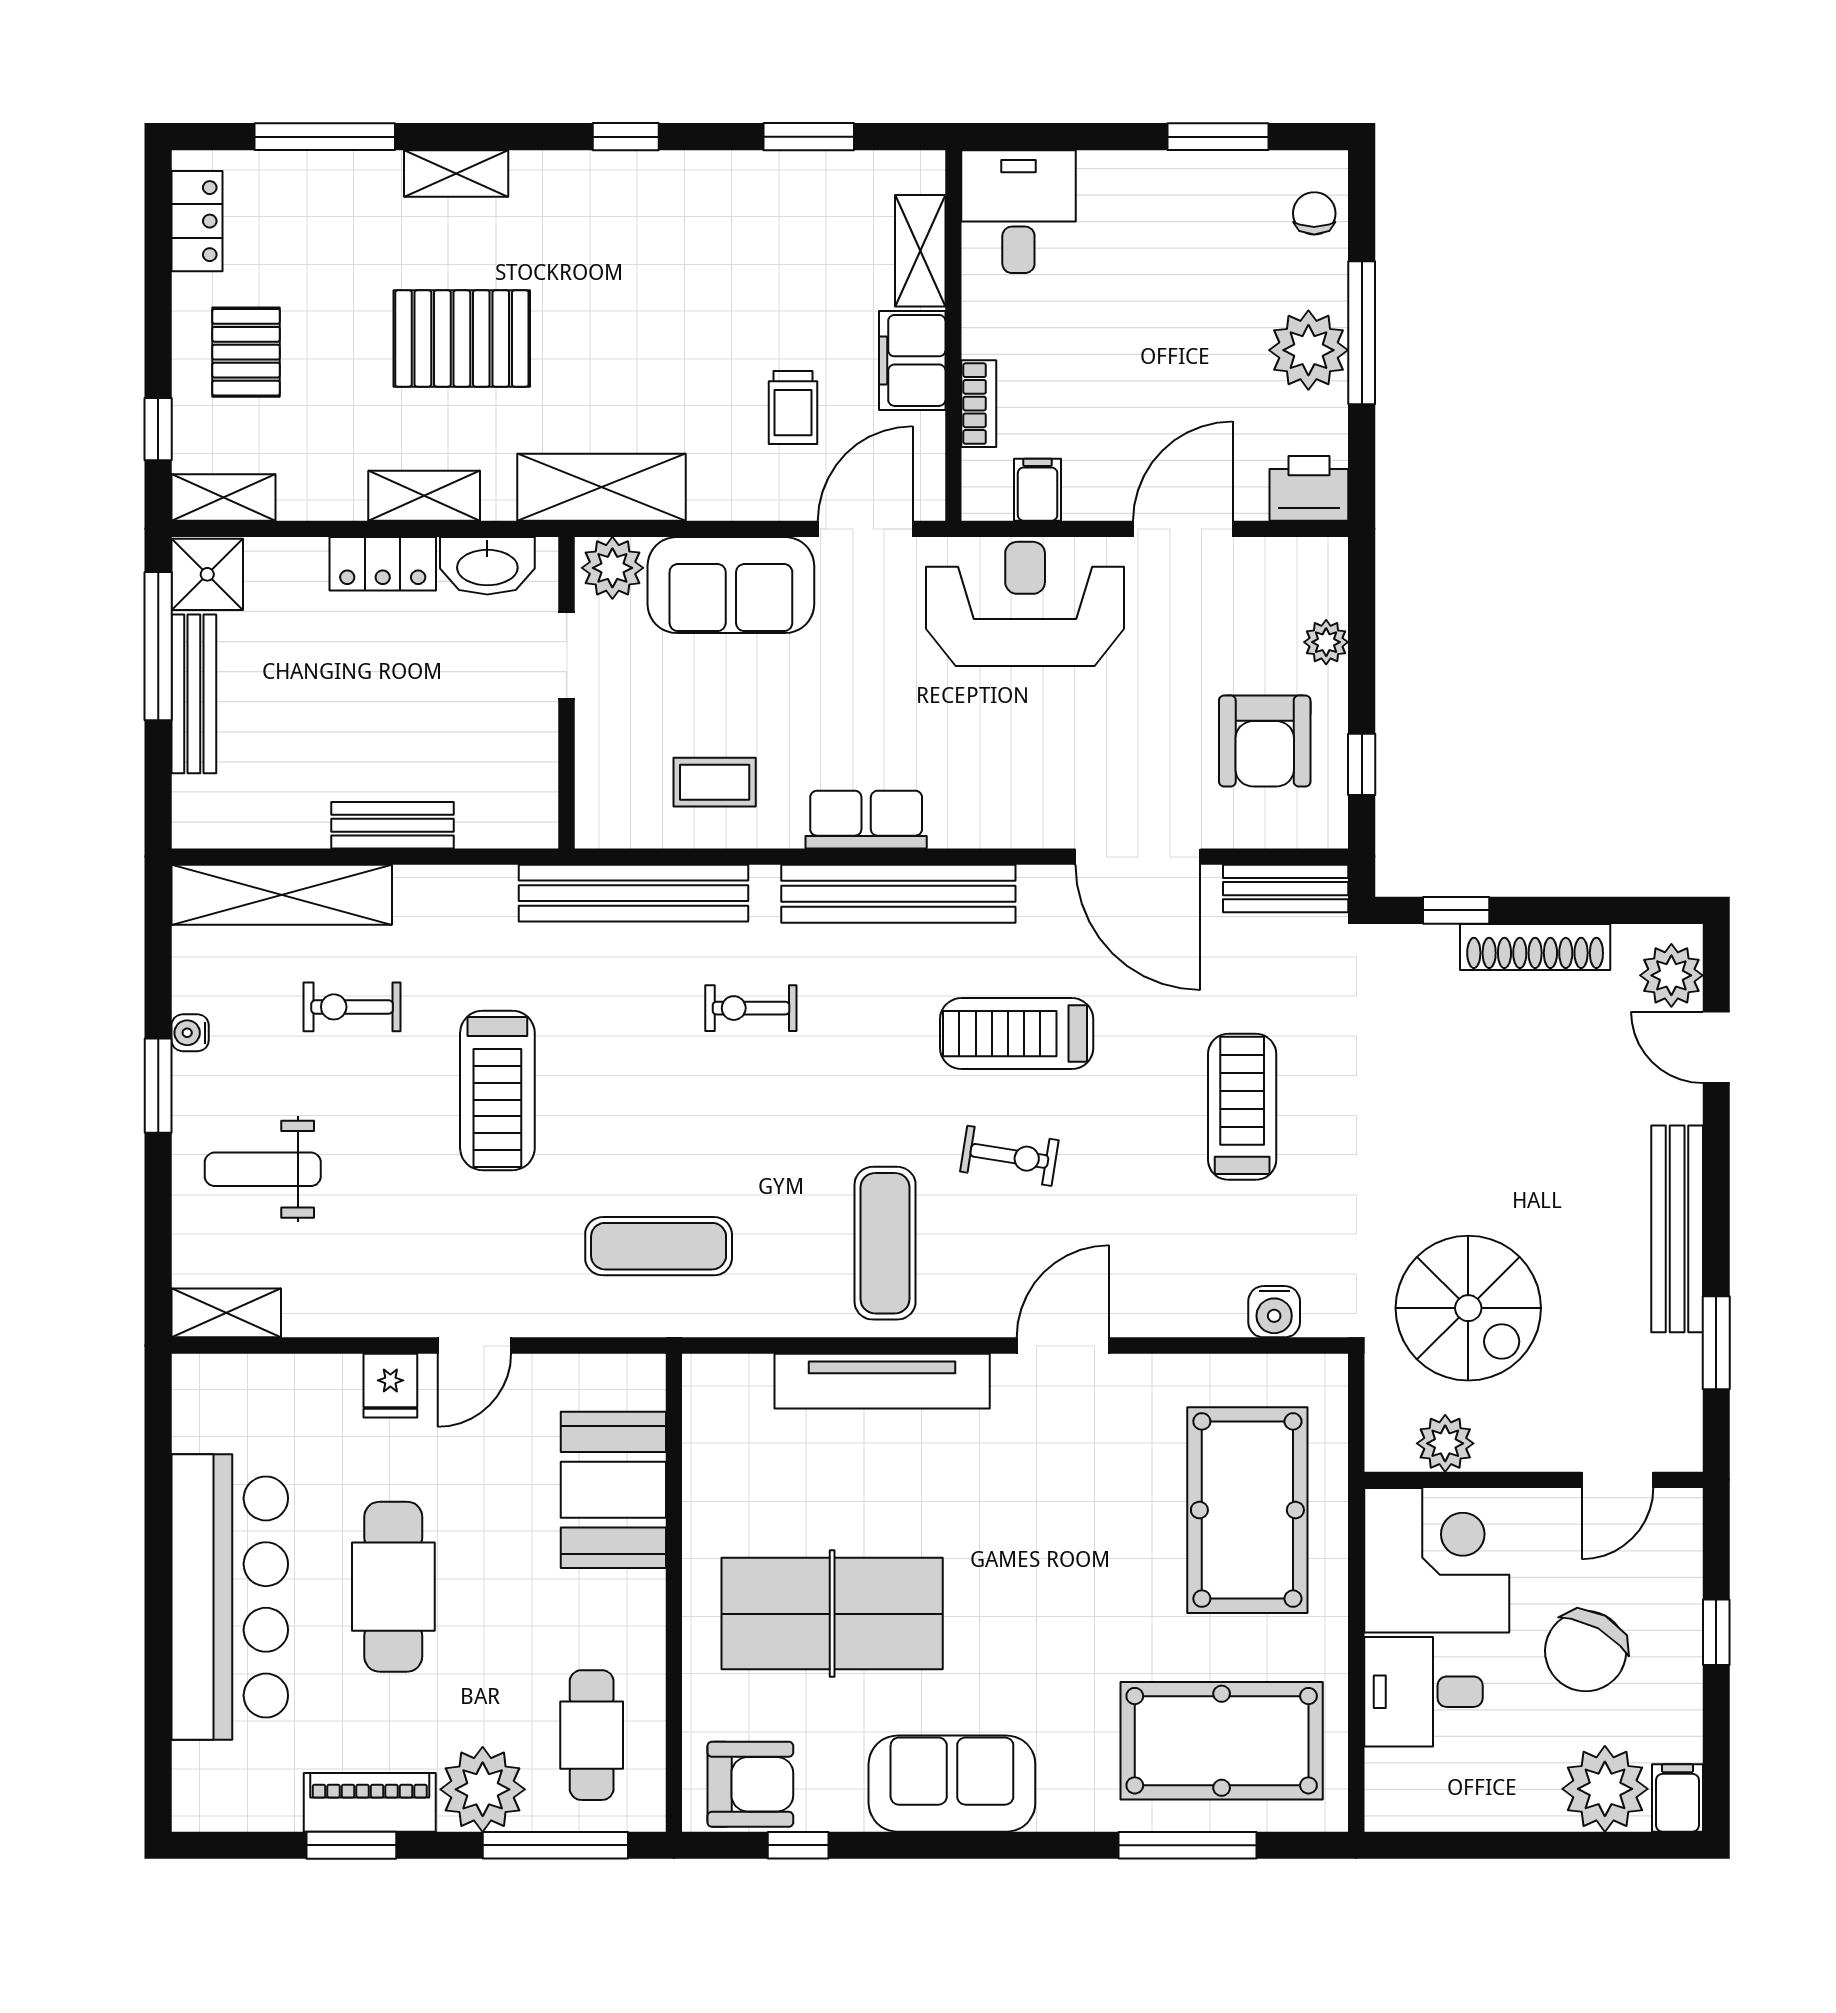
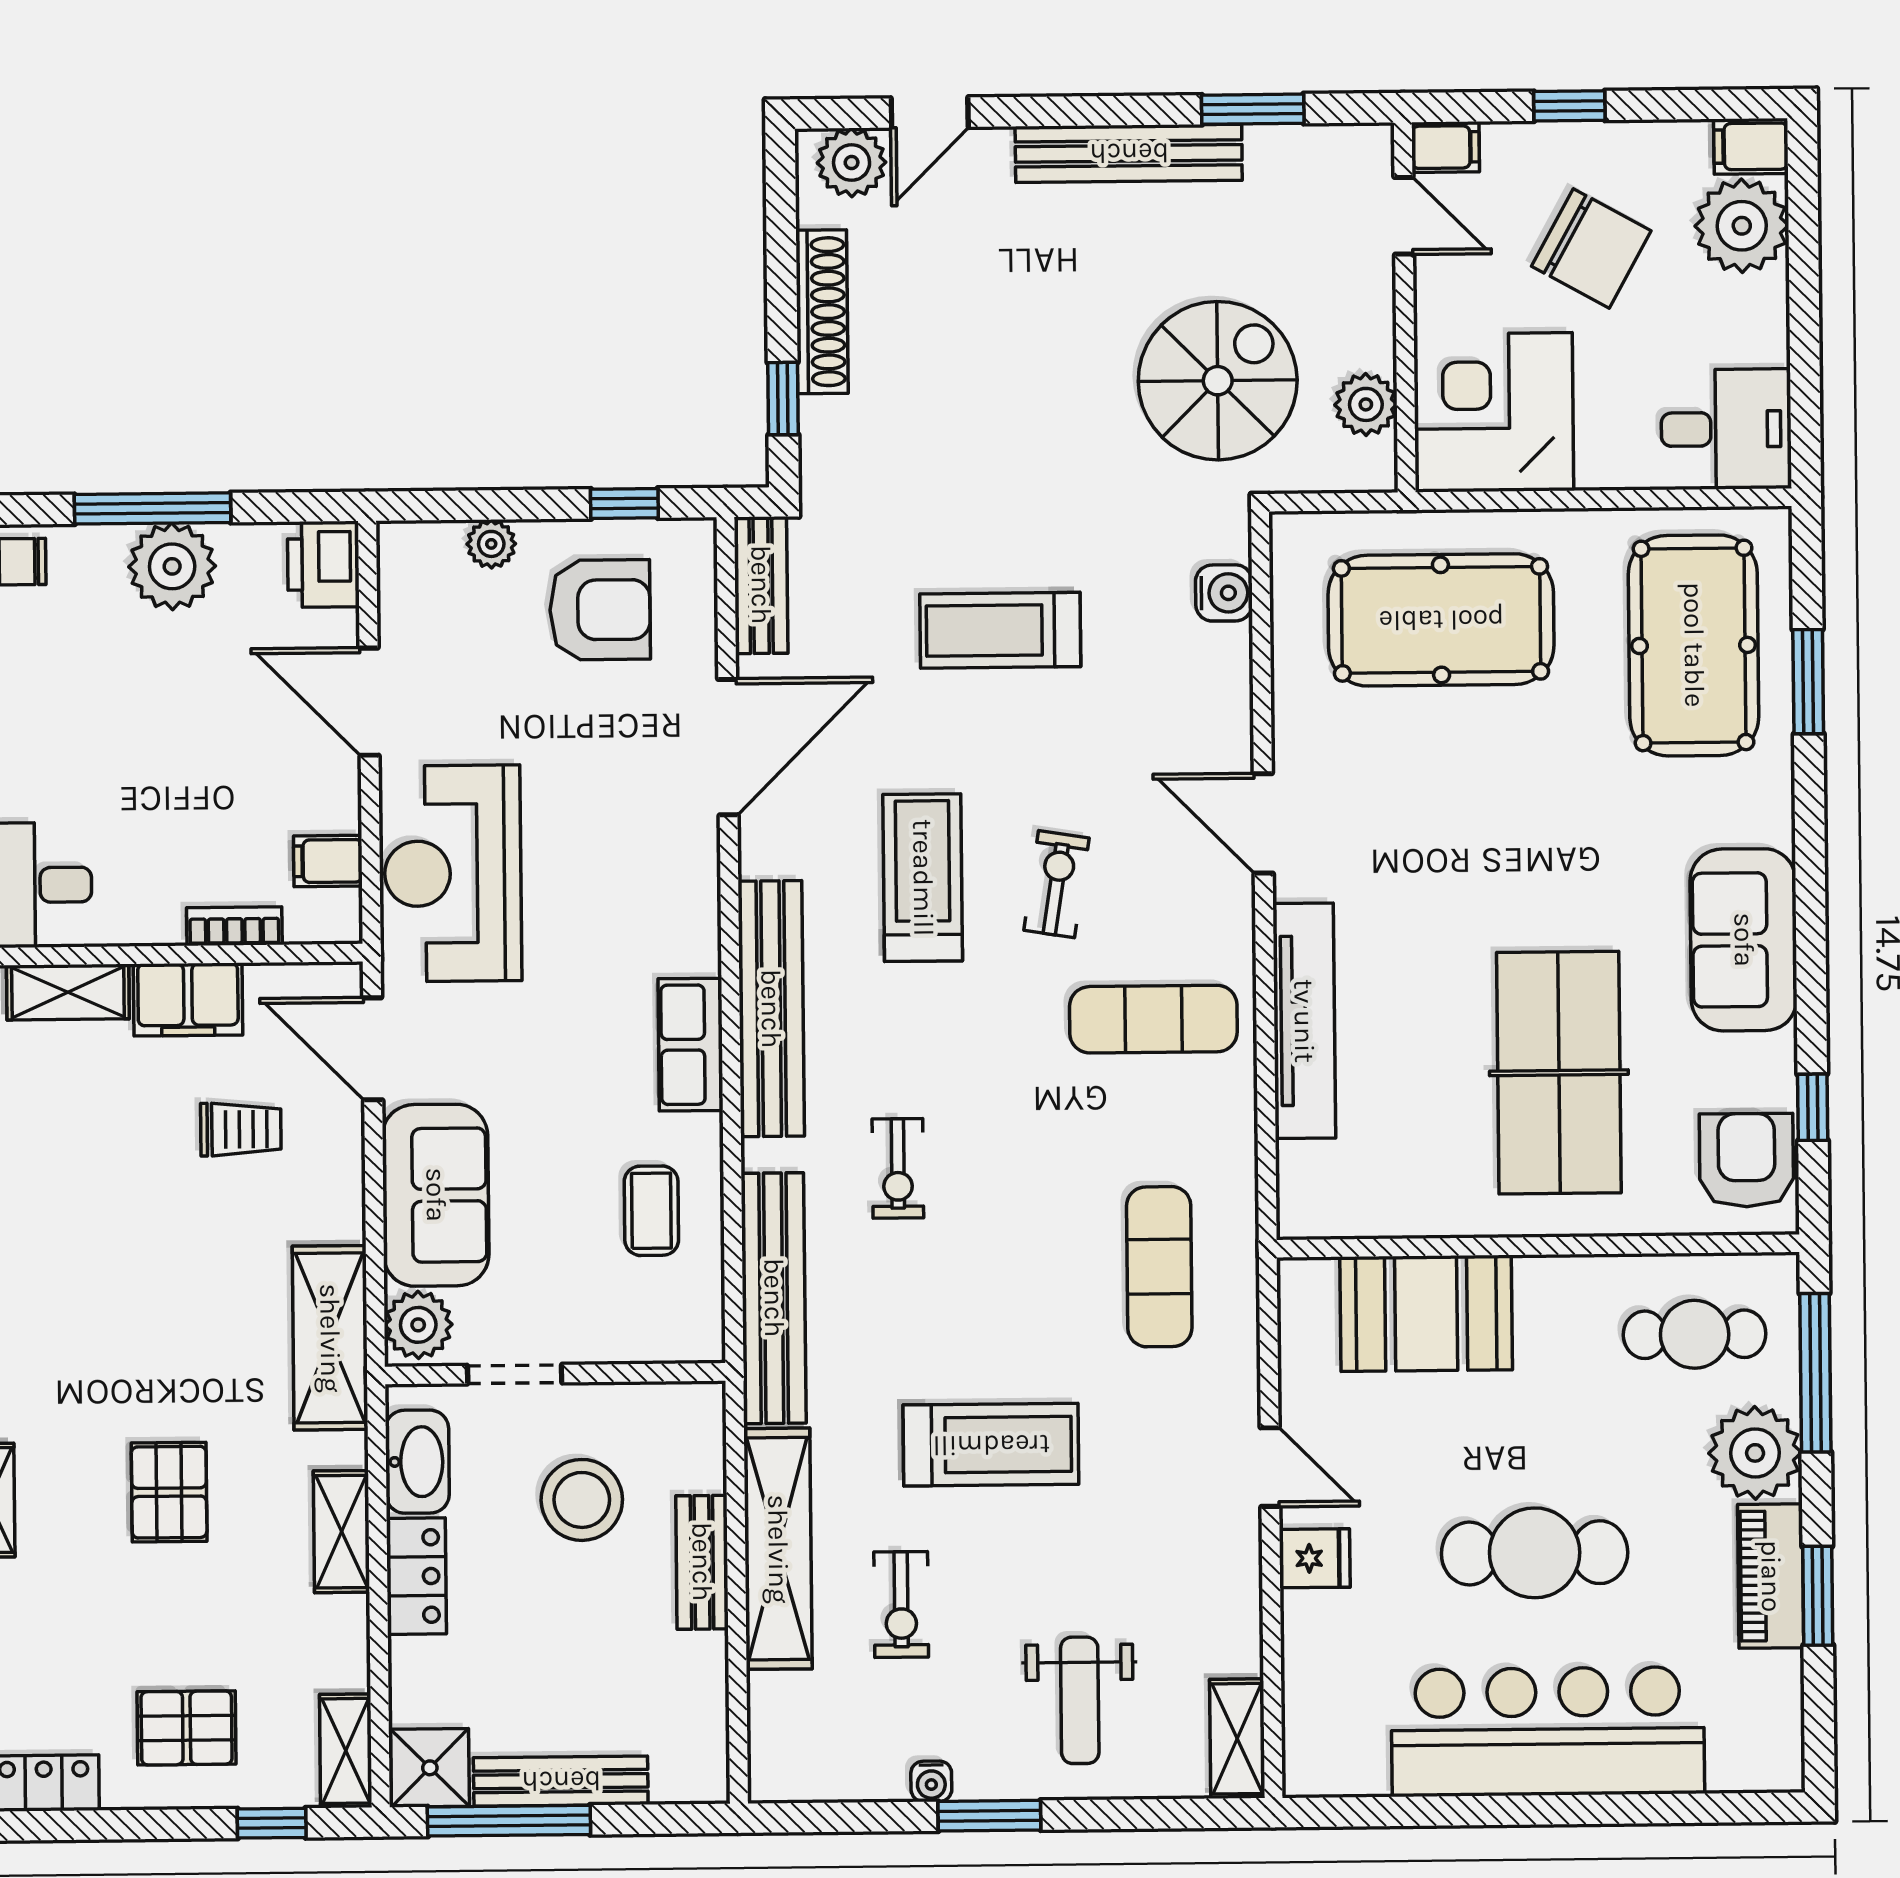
pallet: (462, 338) -> (169, 1492), width x0.67, depth x0.71
stool: (451, 716) -> (582, 1500), added
shelving: (282, 895) -> (778, 1549), moved
treadmill: (1017, 1034) -> (923, 878), turned 180
filing cabinet: (1680, 1519) -> (1445, 147), added
desk: (1423, 1692) -> (1726, 429), moved, turned -90
window: (1187, 1845) -> (1808, 682), width x0.69

